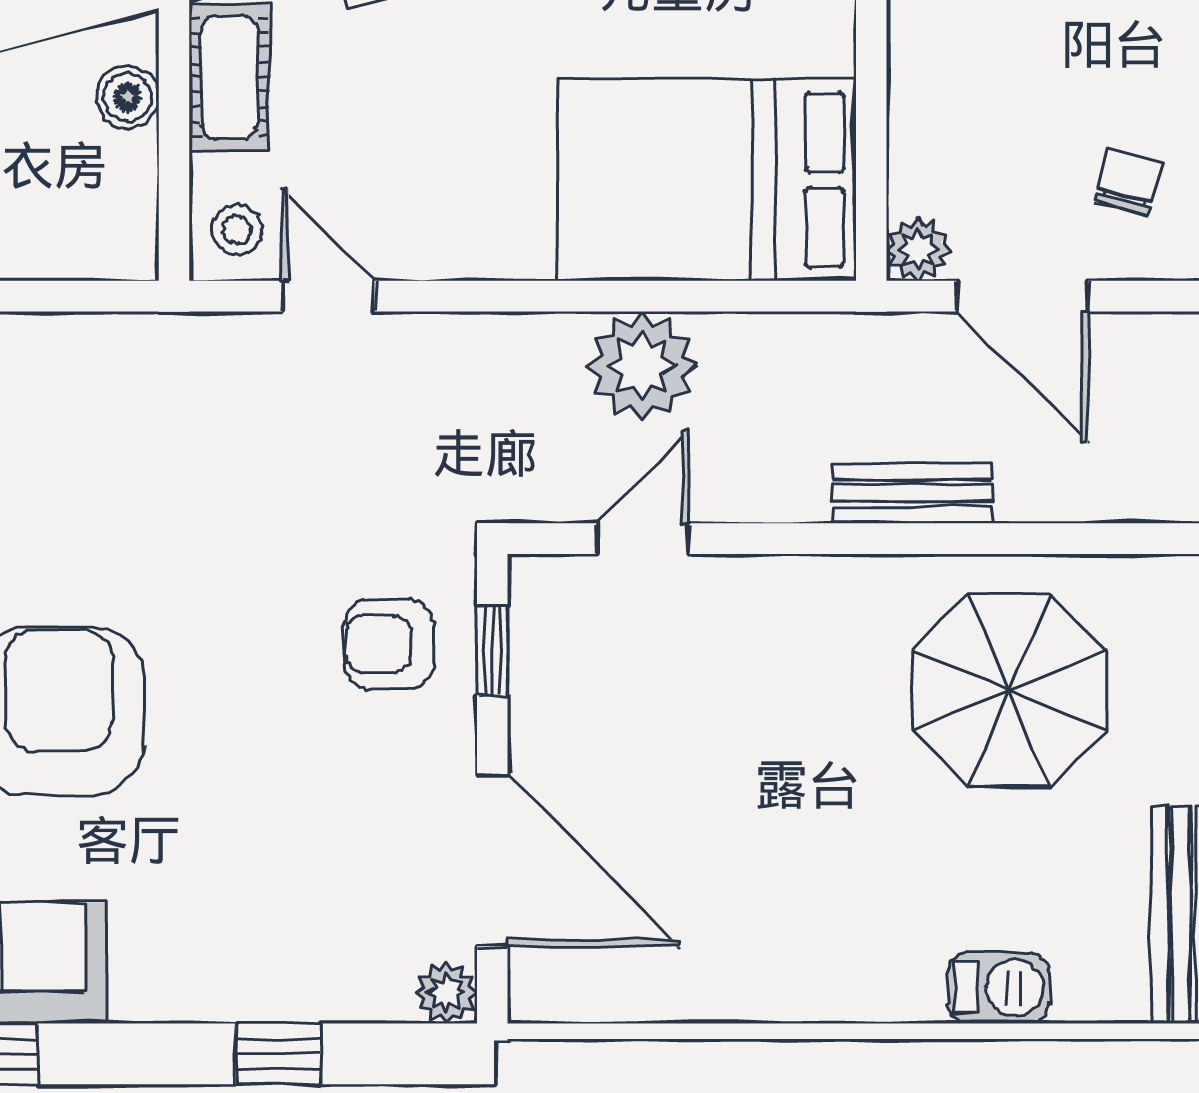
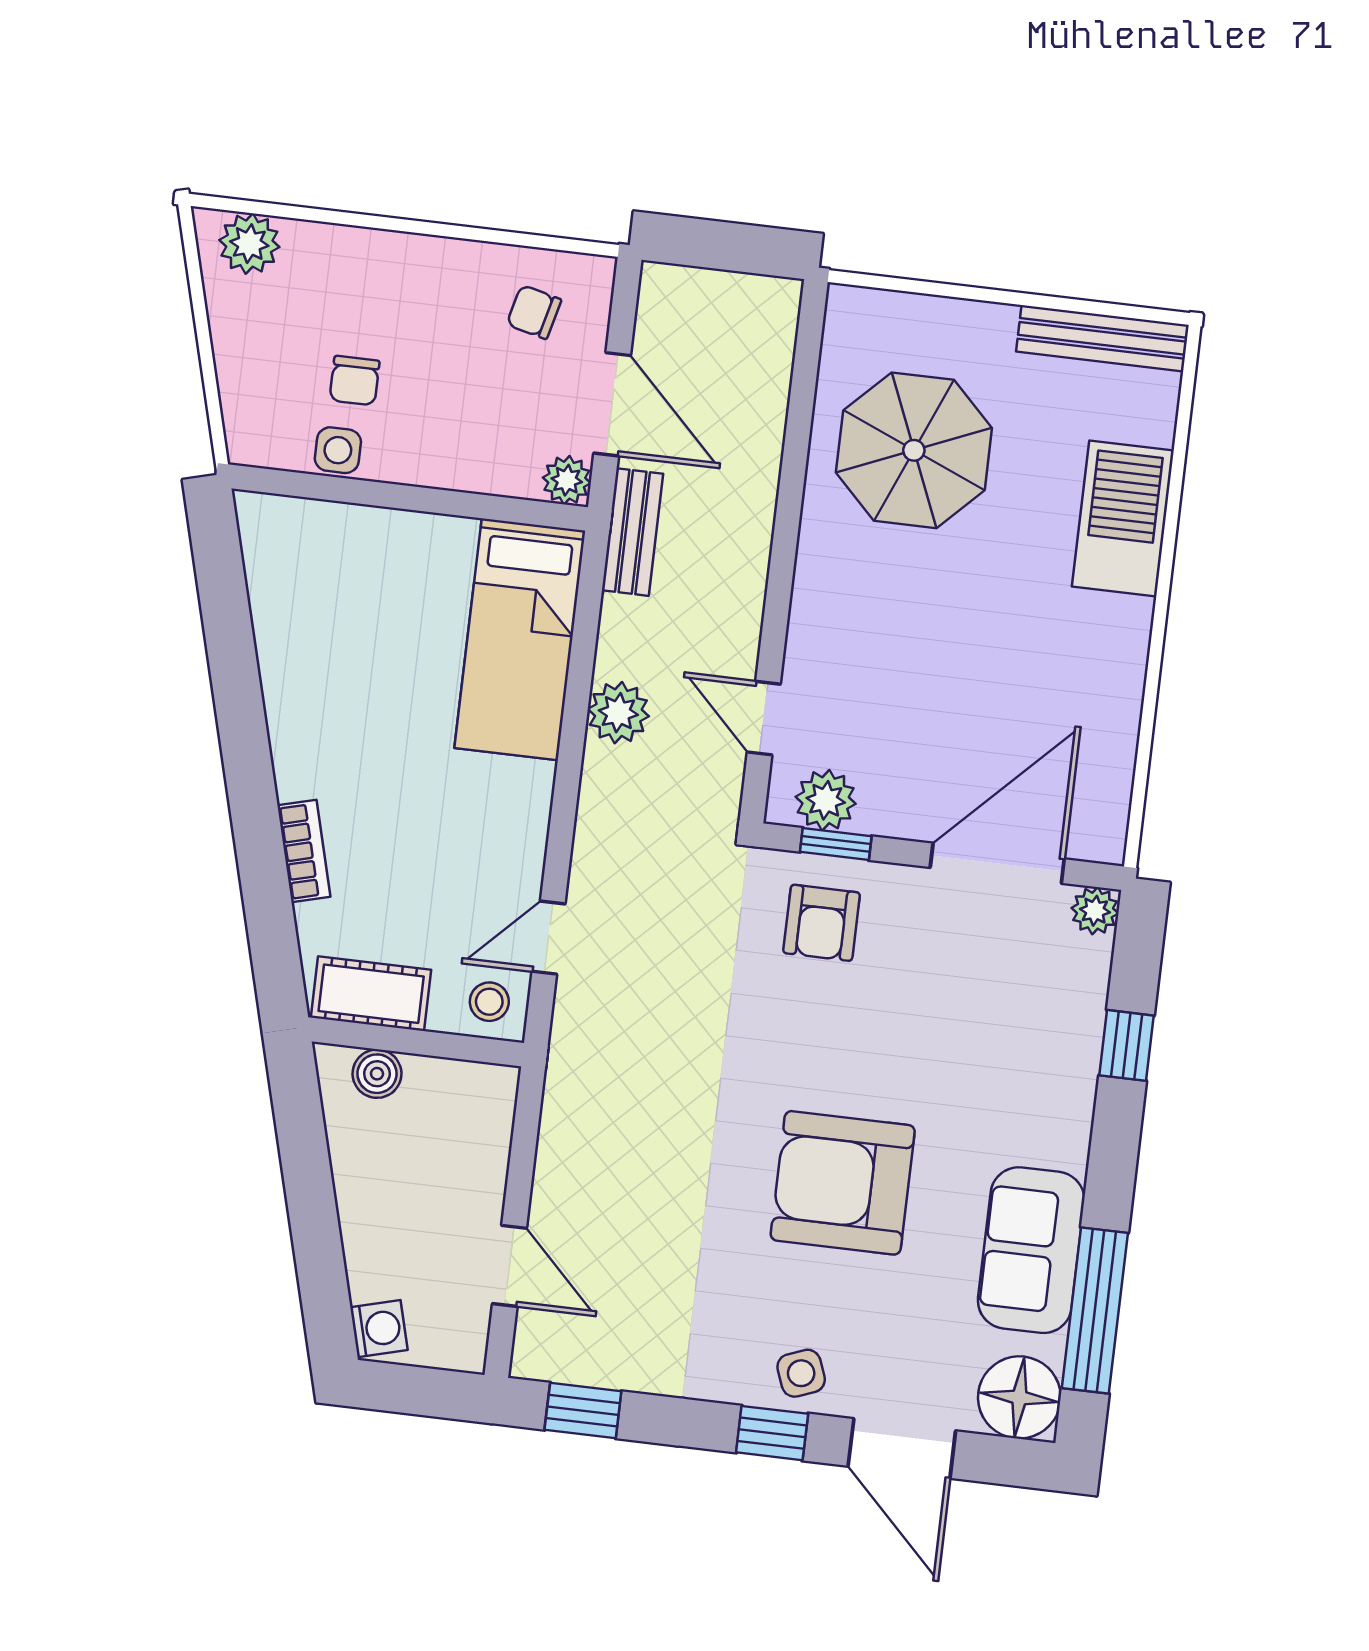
bed: (707, 180) -> (520, 639), width x0.67
door: (1022, 296) -> (612, 404), hinge flipped
plant: (642, 366) -> (618, 713), width x0.73, depth x0.73
bench: (913, 493) -> (632, 532), moved
plant: (547, 631) -> (826, 800), added
barbecue: (998, 988) -> (1123, 519), width x1.88, depth x1.53

